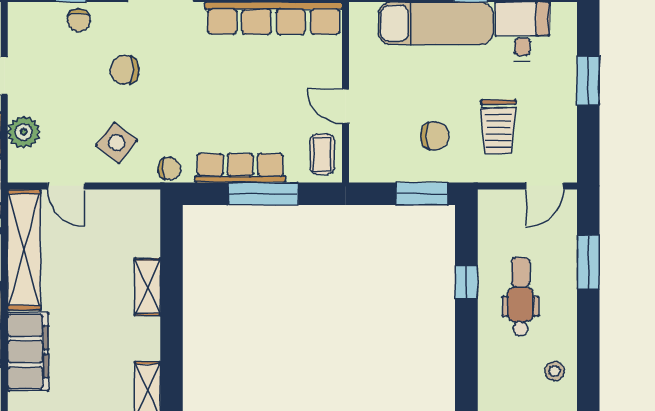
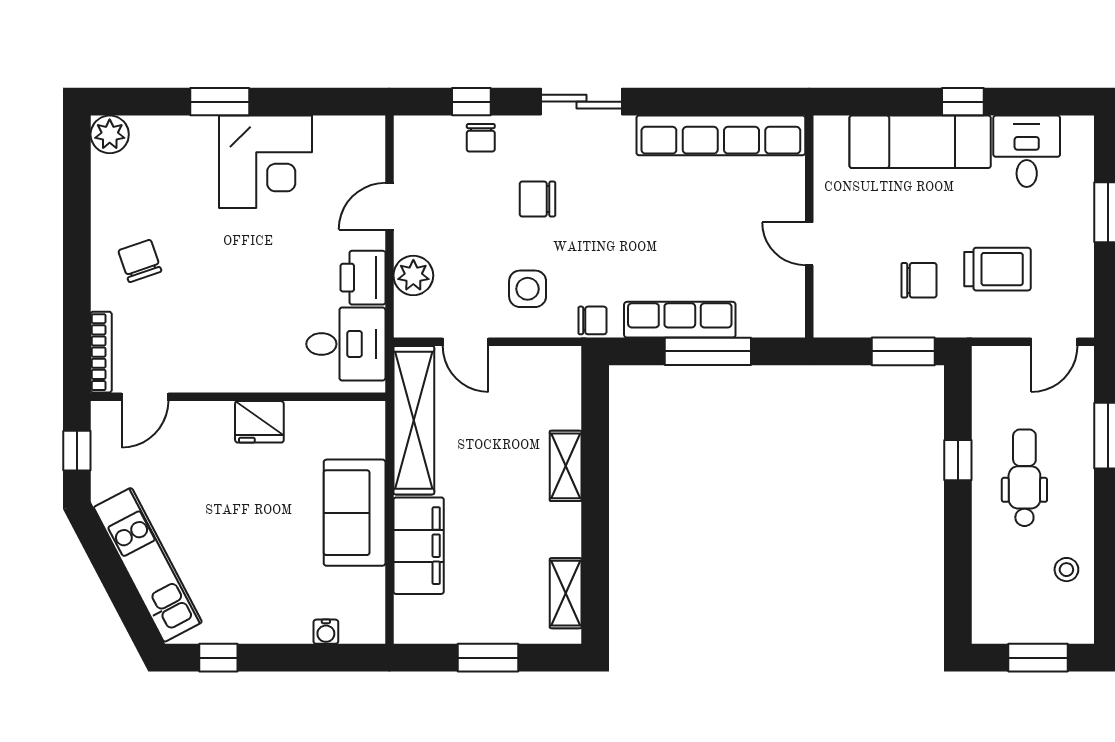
trolley: (498, 127) -> (997, 269), turned -90
side table: (117, 143) -> (528, 289), turned -38
coffee table: (322, 154) -> (780, 303), removed

